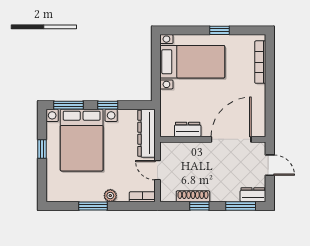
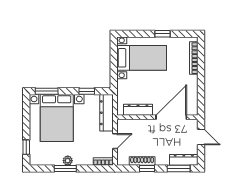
window: (108, 105) -> (87, 91), moved
dresser: (188, 129) -> (138, 110), width x1.44
window: (42, 149) -> (26, 147), moved
door: (158, 170) -> (115, 141), swing flipped
dresser: (253, 195) -> (184, 160), width x1.44
plant: (110, 196) -> (68, 161), moved

